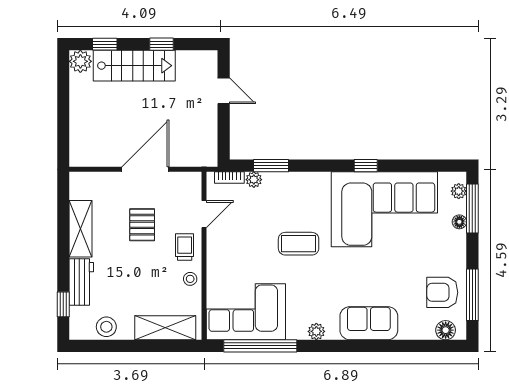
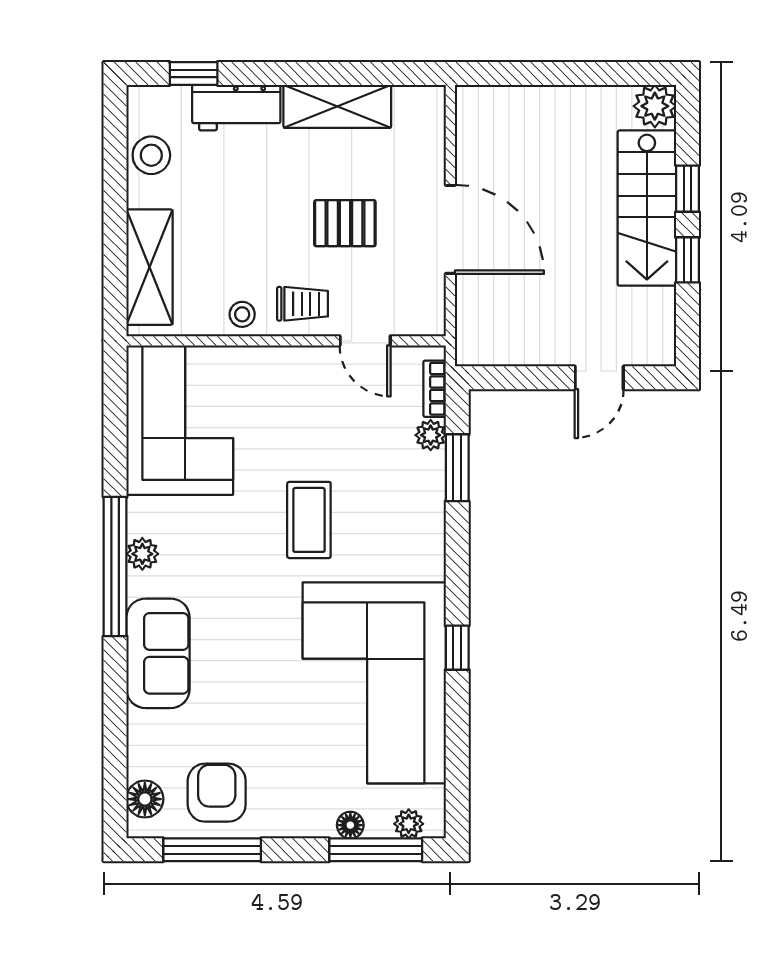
window: (105, 44) -> (688, 189), moved
window: (260, 346) -> (115, 567), moved

